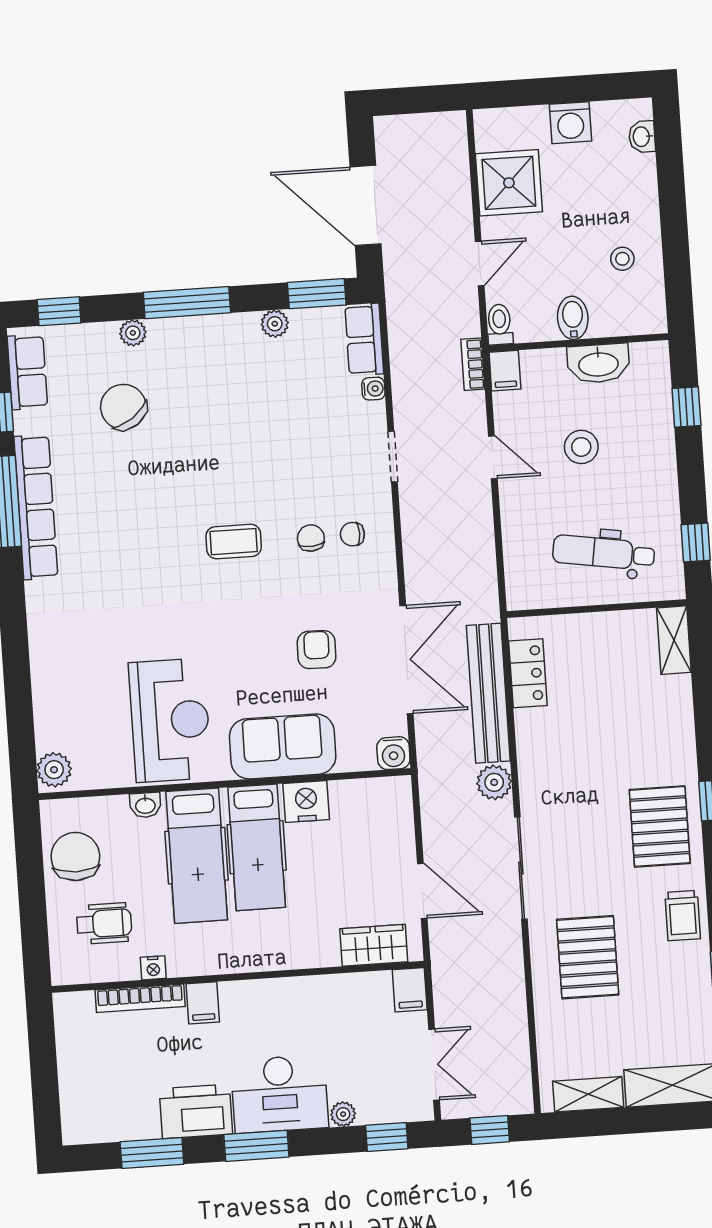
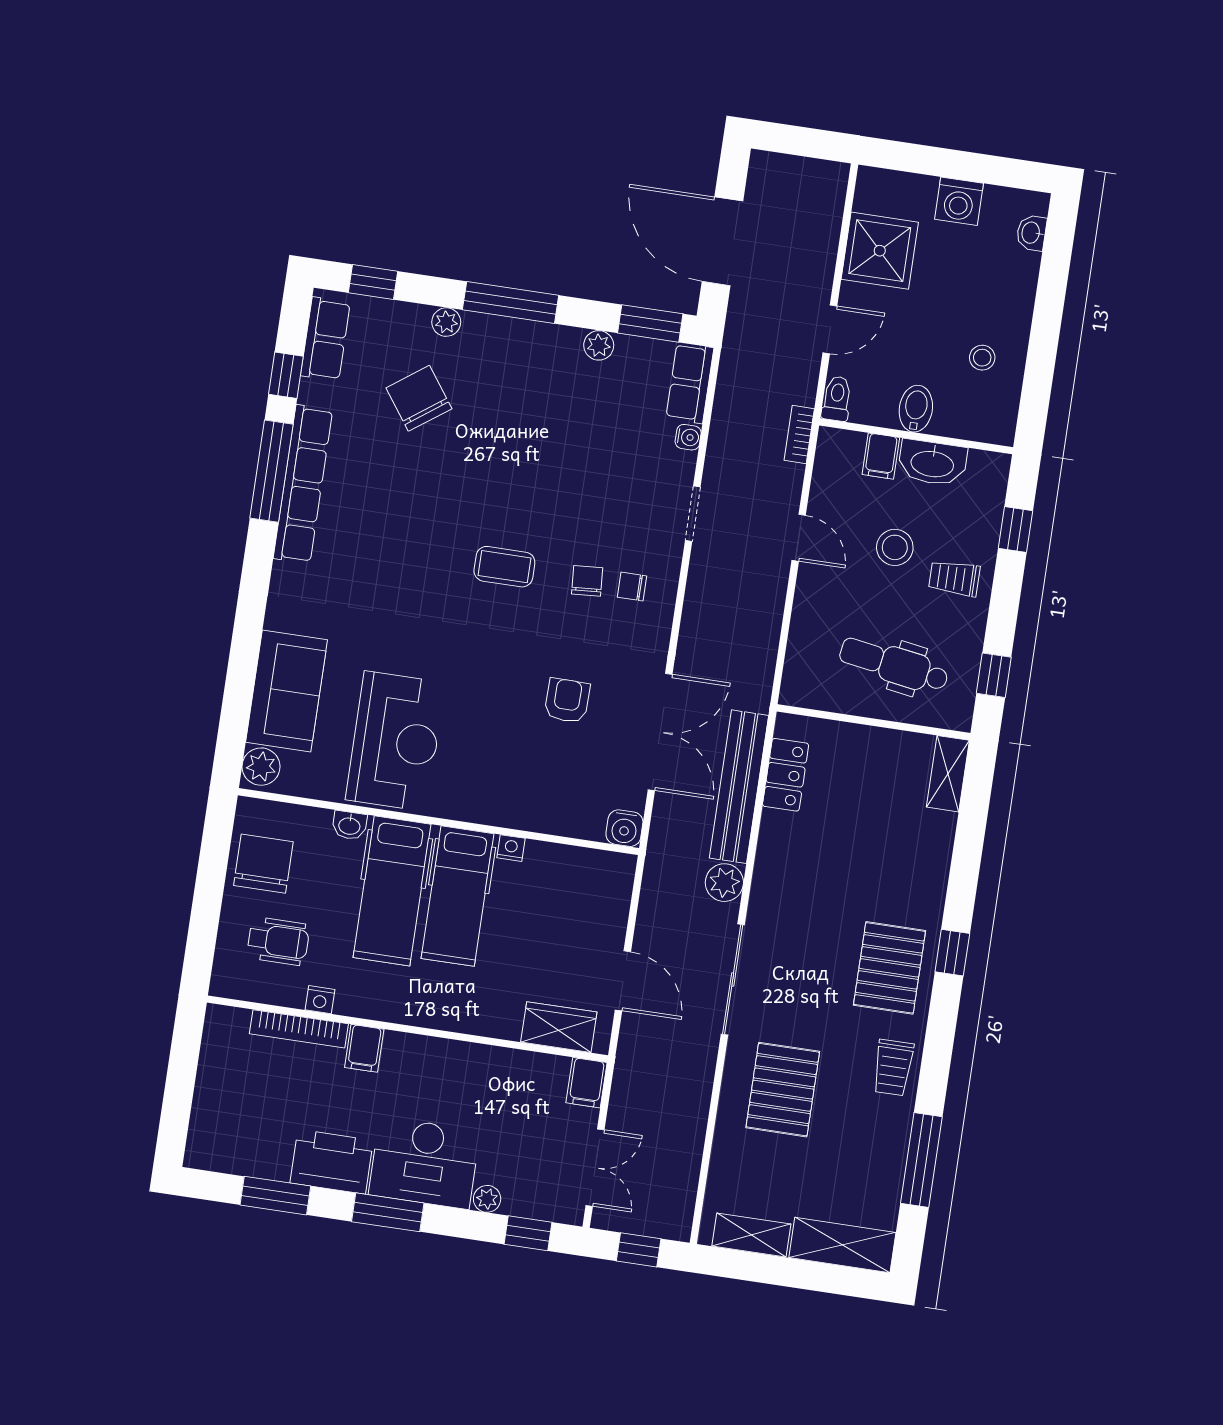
filing cabinet: (505, 371) -> (881, 456), moved
trolley: (641, 463) -> (954, 578), added
sofa: (283, 746) -> (287, 691), moved, turned 90
nightstand: (306, 802) -> (511, 848), width x0.53, depth x0.56

